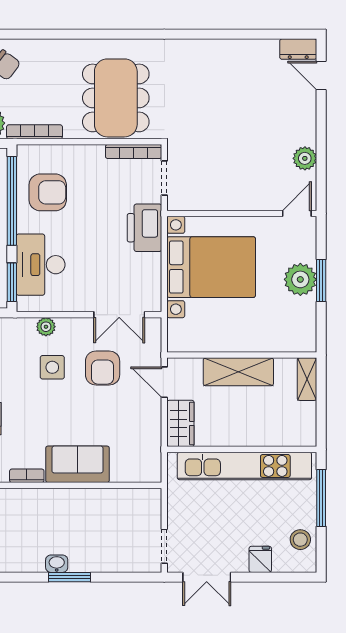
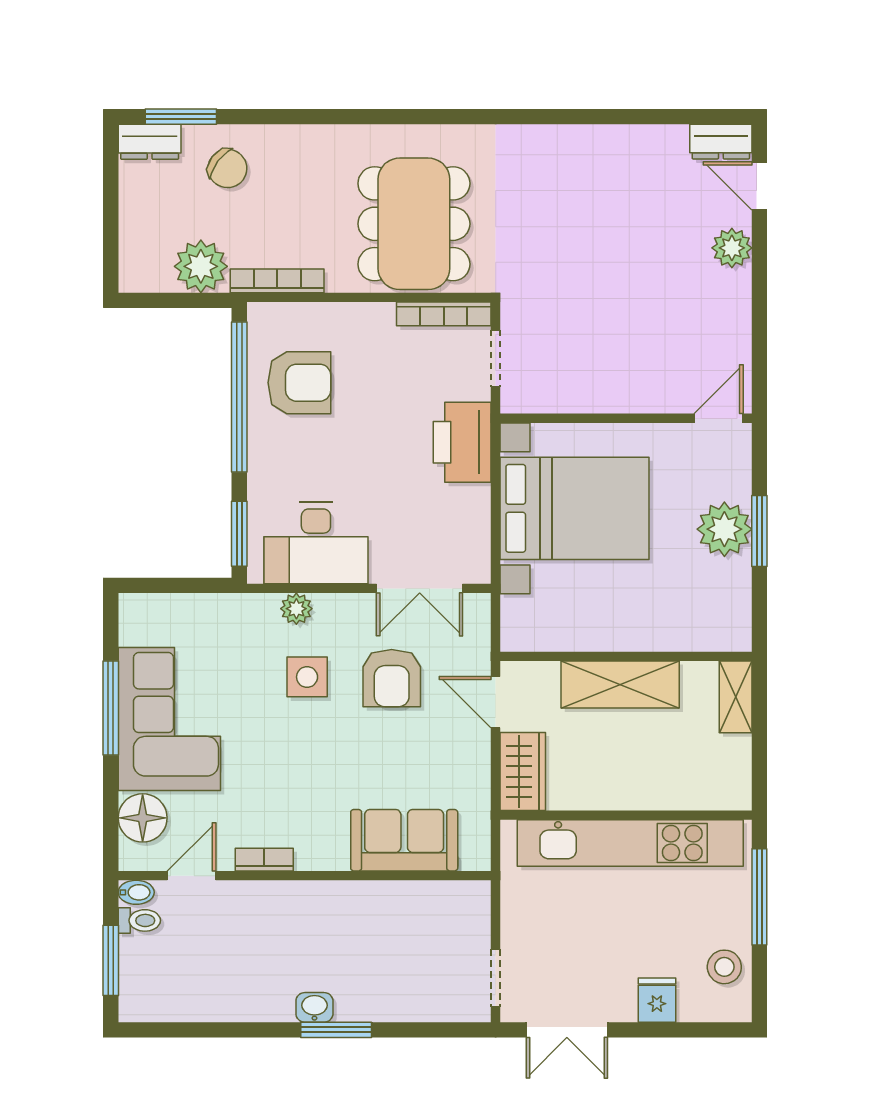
plant: (305, 158) -> (732, 248), moved
desk: (41, 265) -> (316, 543), moved, turned -90
sofa: (77, 464) -> (404, 840), moved

